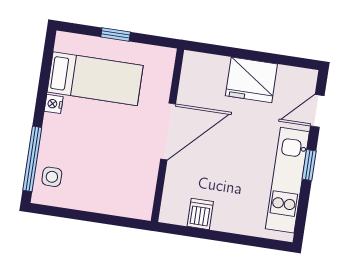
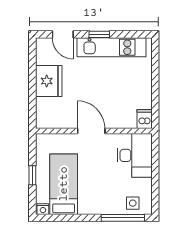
nightstand: (54, 104) -> (43, 209), moved
door: (168, 131) -> (91, 131), width x0.73
desk: (122, 190) -> (135, 155), added
dishwasher: (200, 214) -> (145, 119), moved, turned 90

